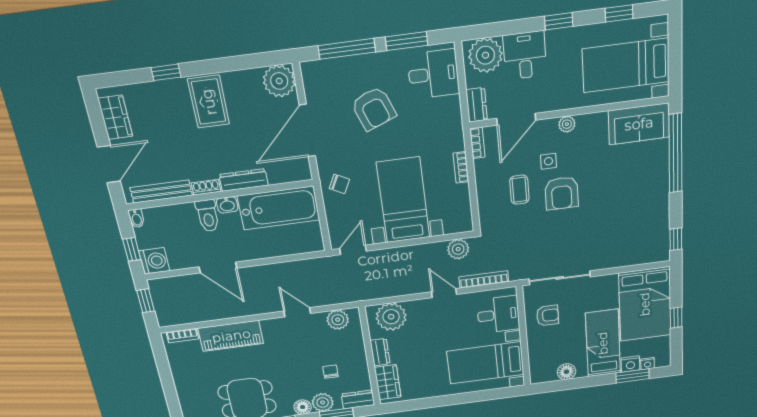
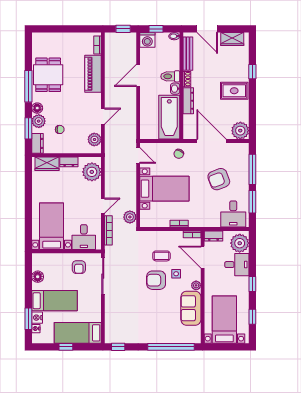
sofa: (639, 124) -> (191, 308), moved
bed: (645, 304) -> (78, 333), width x0.67

